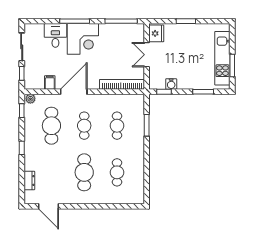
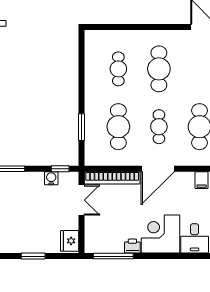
window: (75, 21) -> (171, 256), removed
printer: (106, 29) -> (132, 246), added
double door: (147, 55) -> (82, 200), moved
door: (74, 92) -> (158, 169), moved
cafe table: (117, 126) -> (118, 127), width x1.37, depth x1.35

